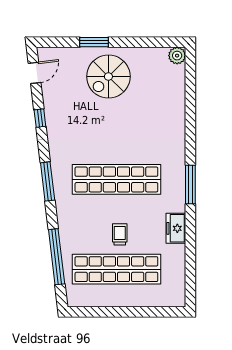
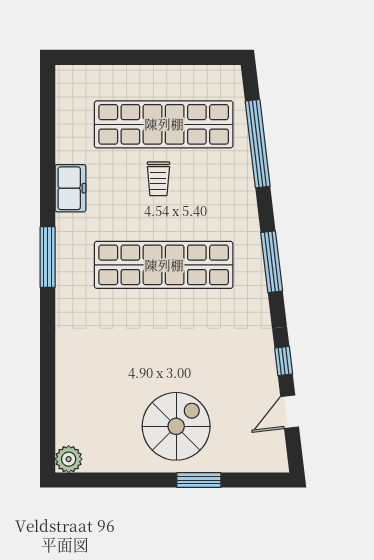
door: (35, 73) -> (290, 412), moved

